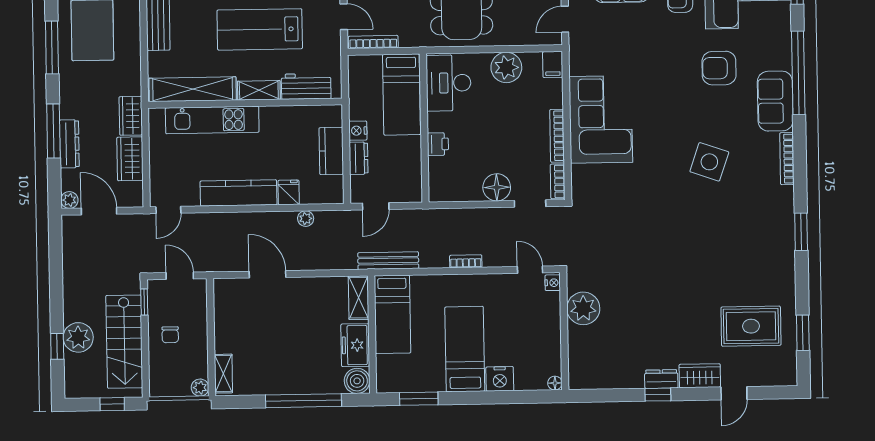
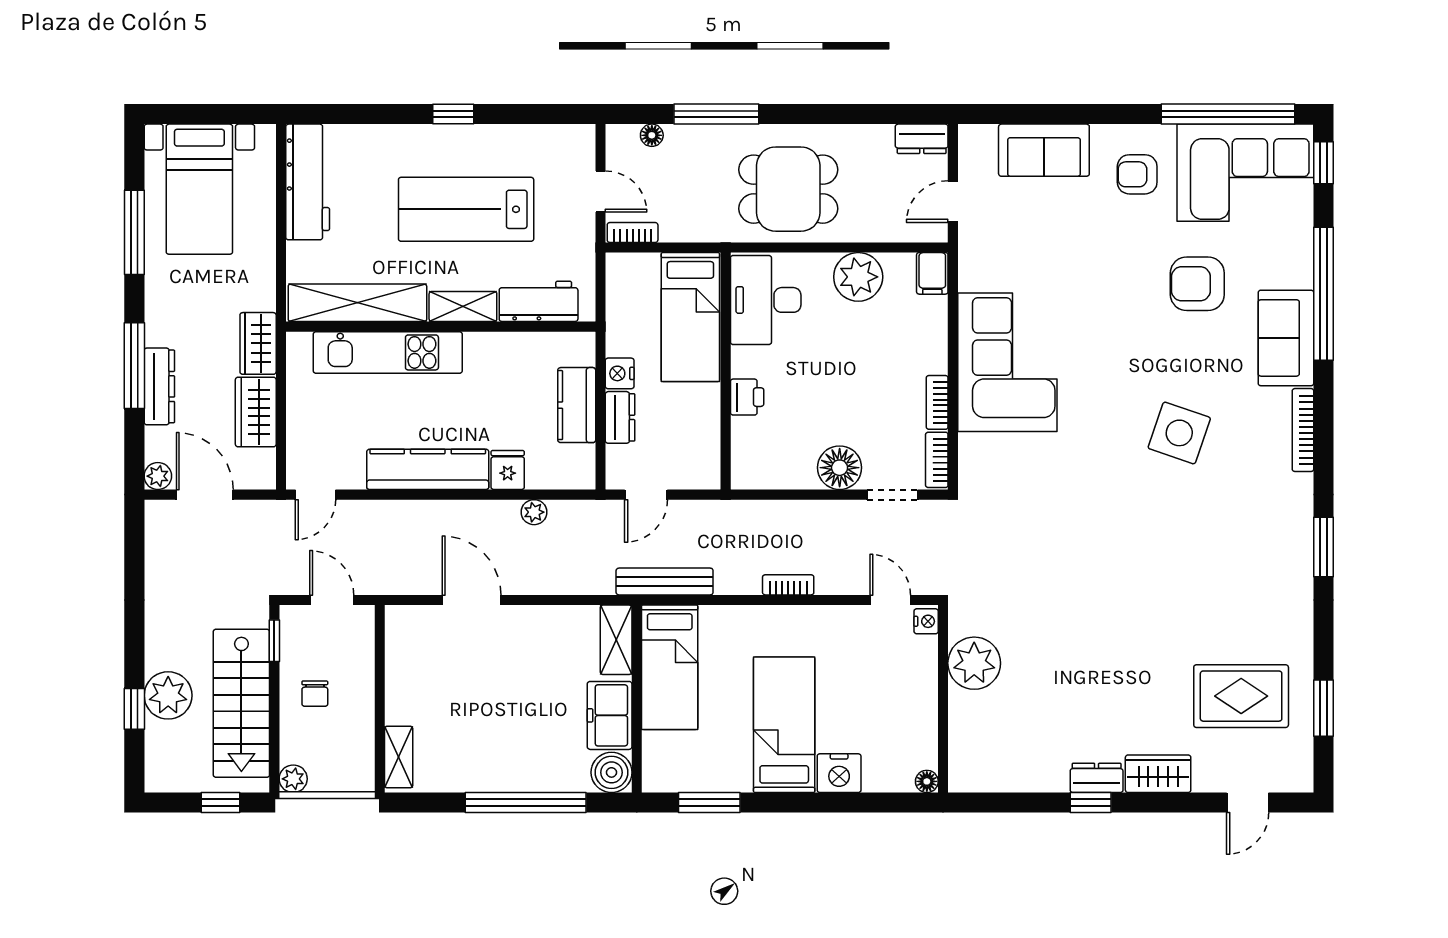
bookcase: (373, 42) -> (633, 232), width x0.64
bookcase: (557, 136) -> (937, 402), width x0.64
plant: (200, 388) -> (293, 779), moved
door: (734, 393) -> (1248, 803), moved

